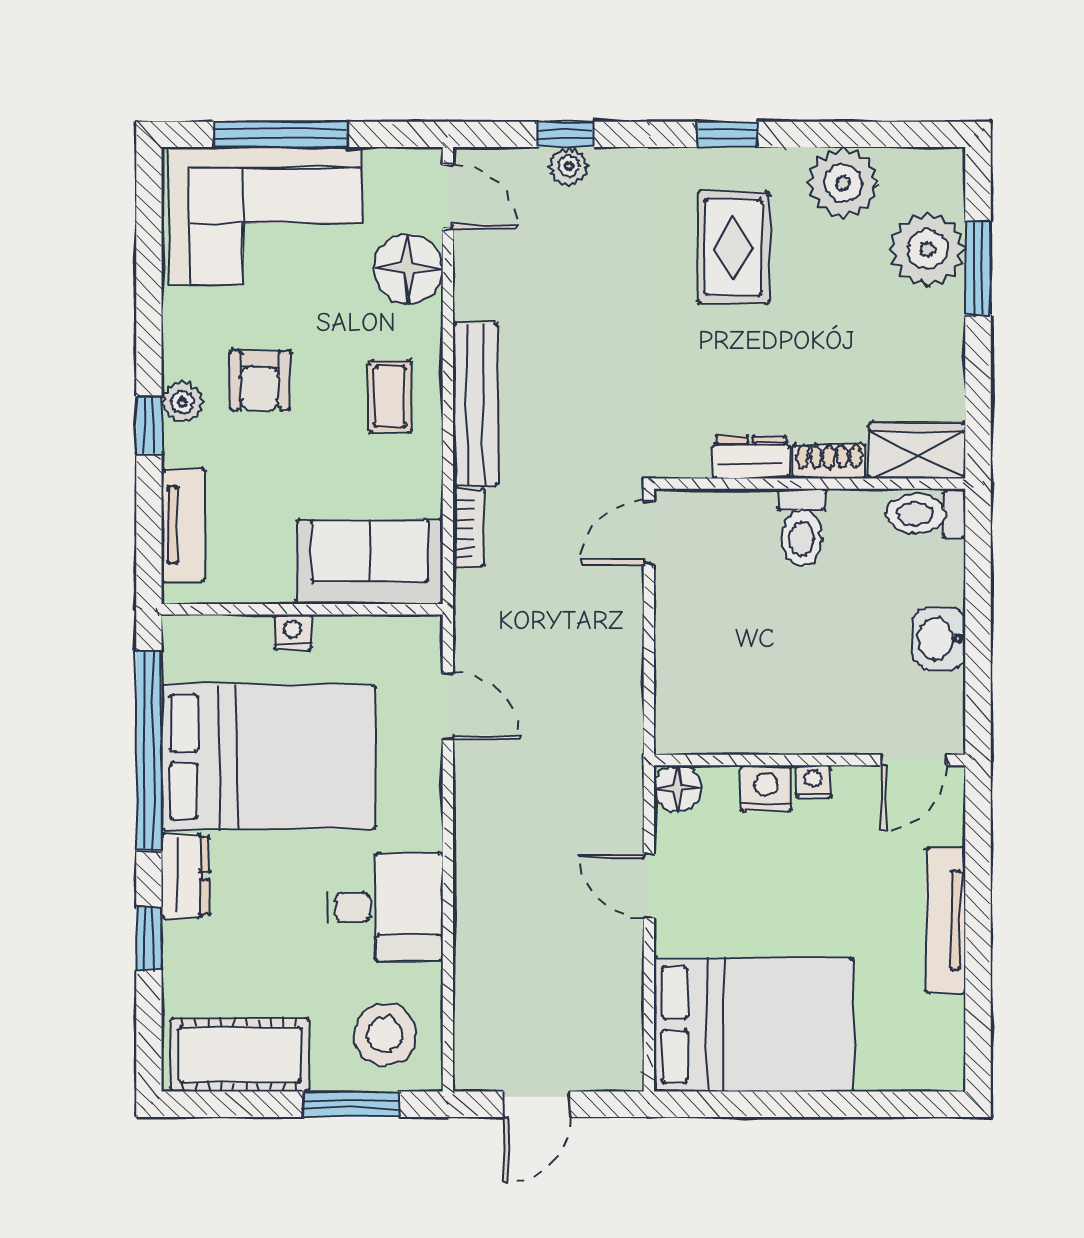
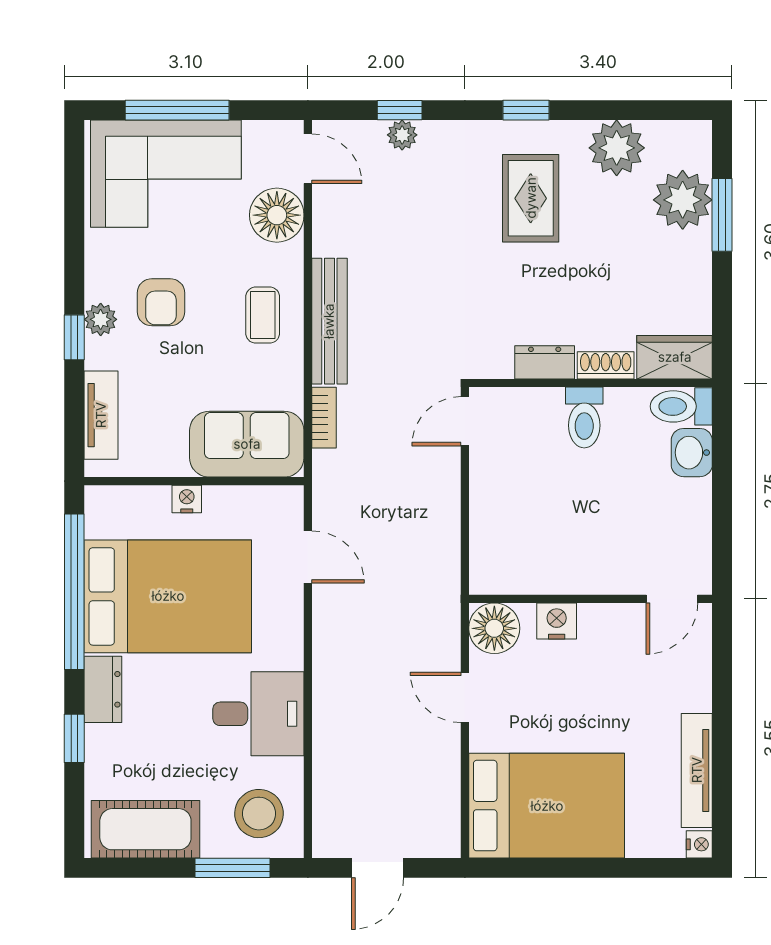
washbasin: (939, 639) -> (692, 453), moved
nightstand: (813, 782) -> (699, 844), moved, turned 90
floor lamp: (678, 789) -> (494, 628), width x1.38, depth x1.38
tv unit: (946, 920) -> (697, 770), moved

